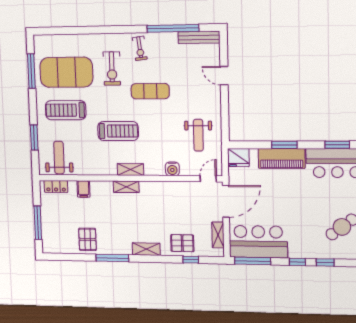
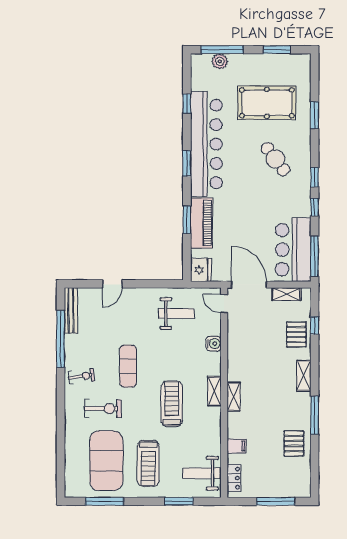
pallet: (87, 239) -> (294, 443), turned 90

